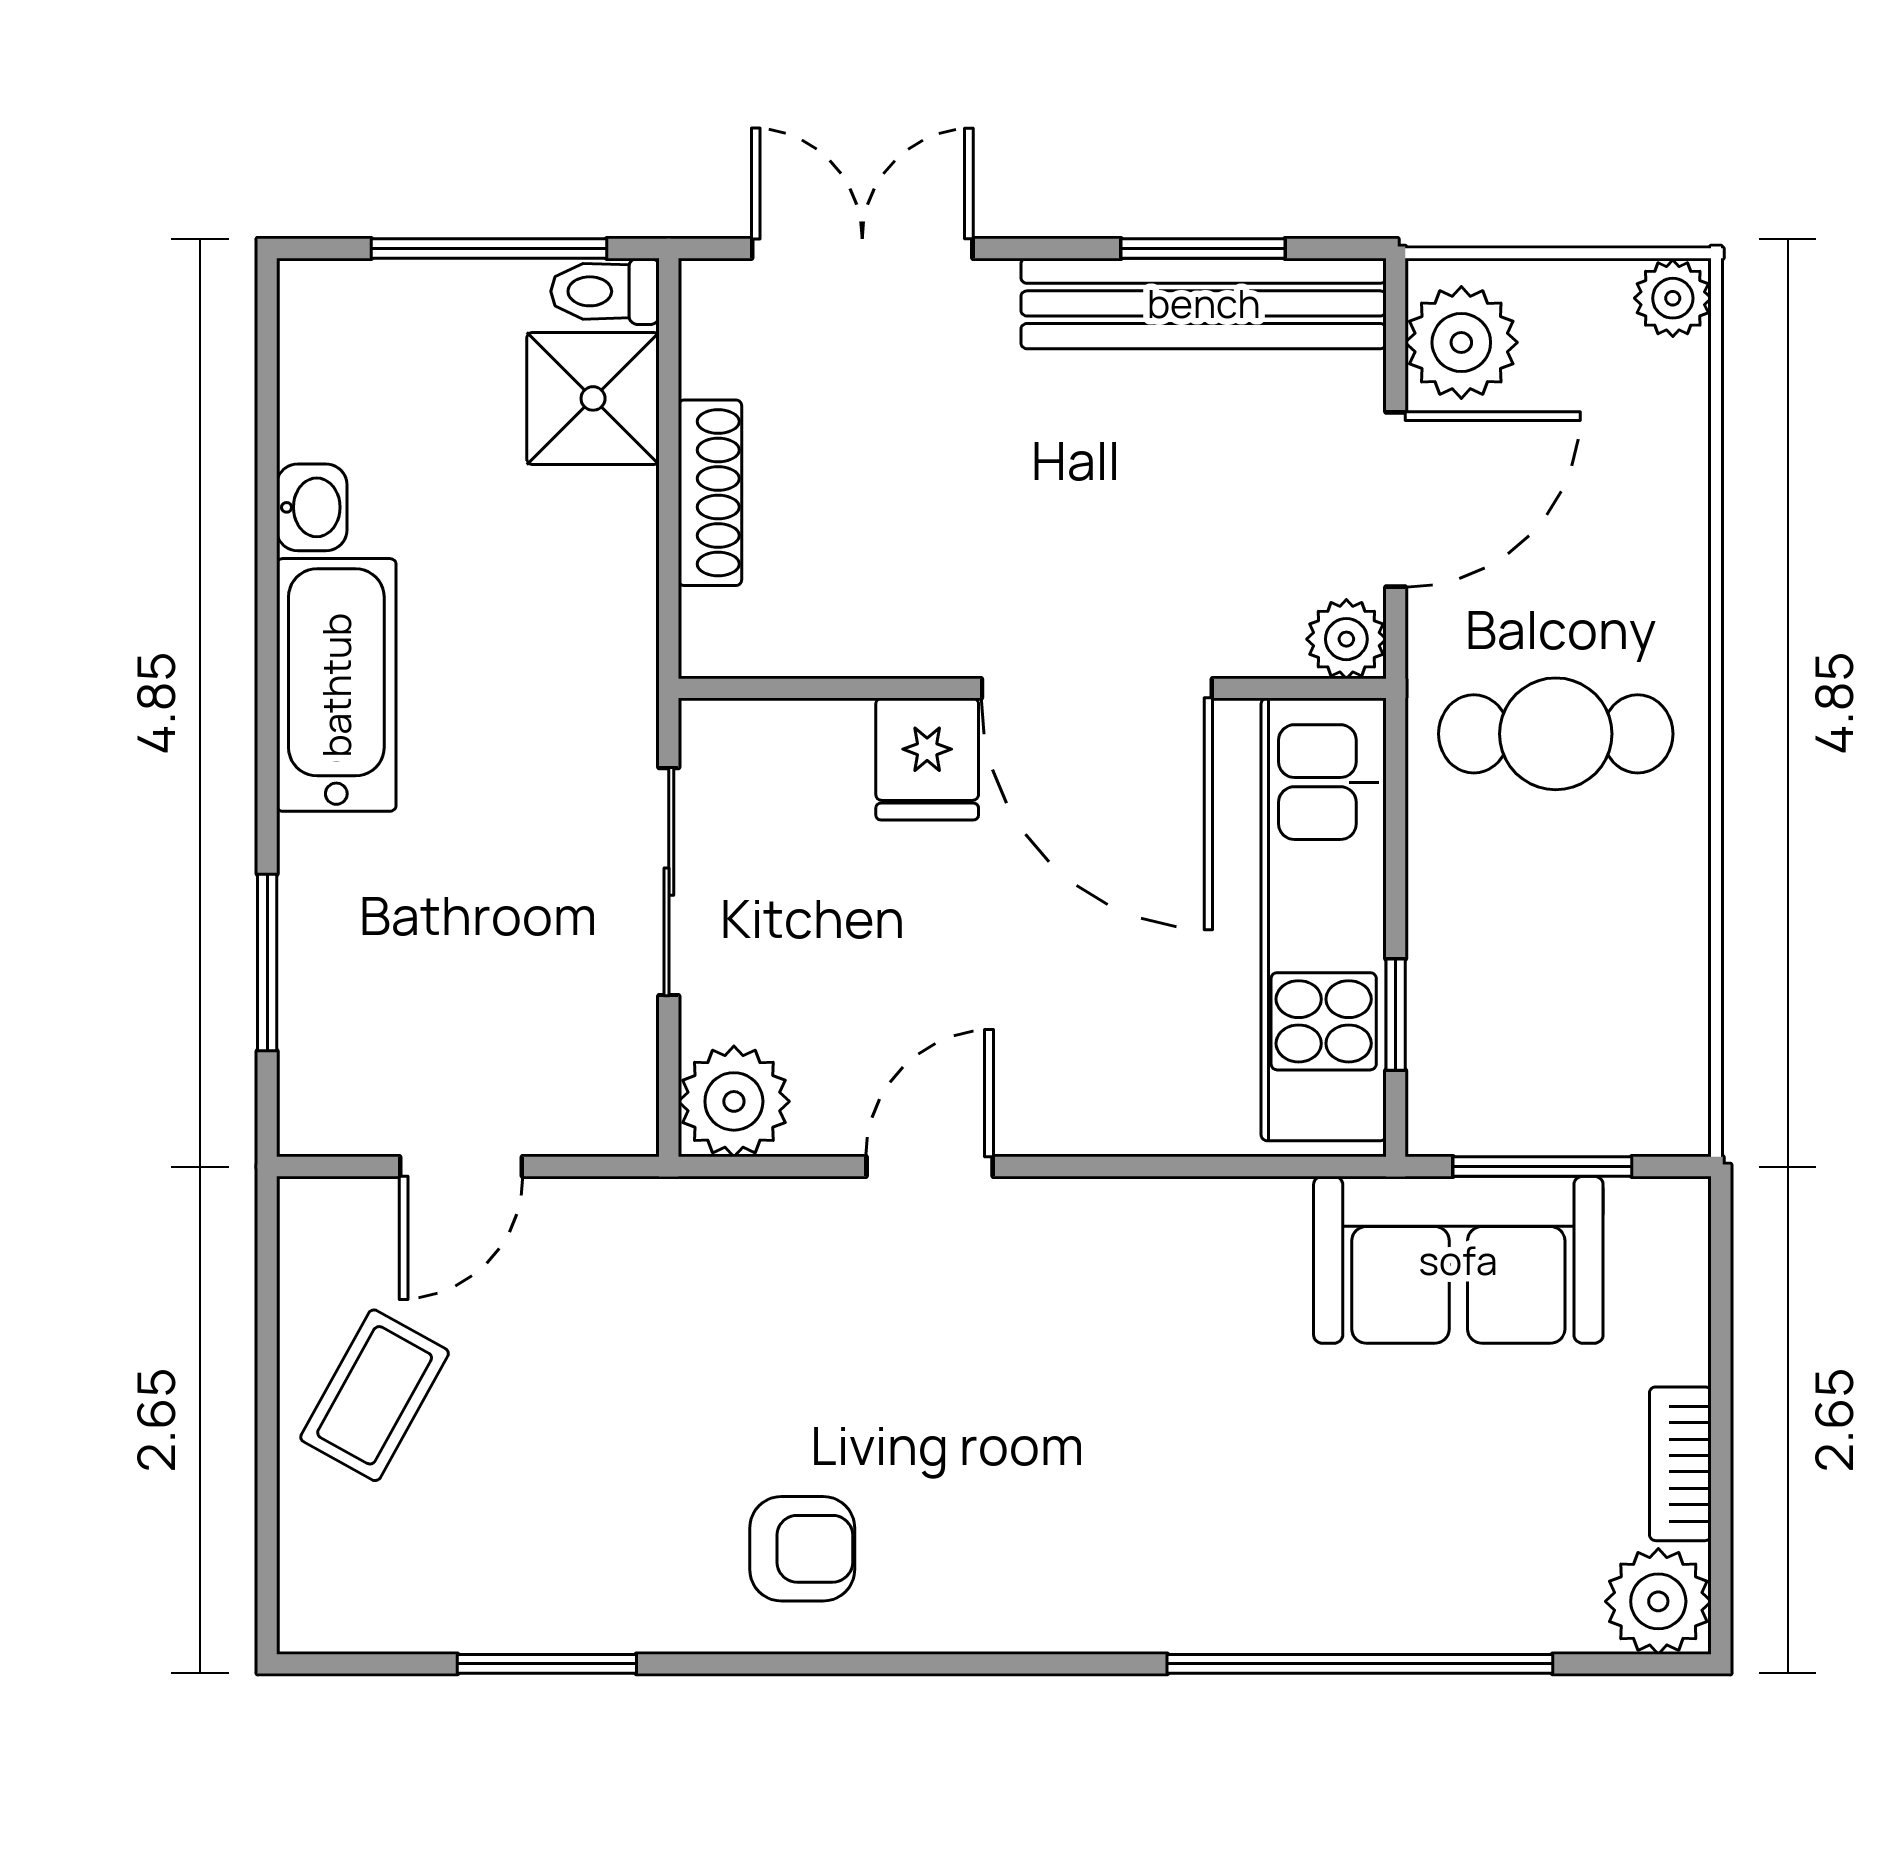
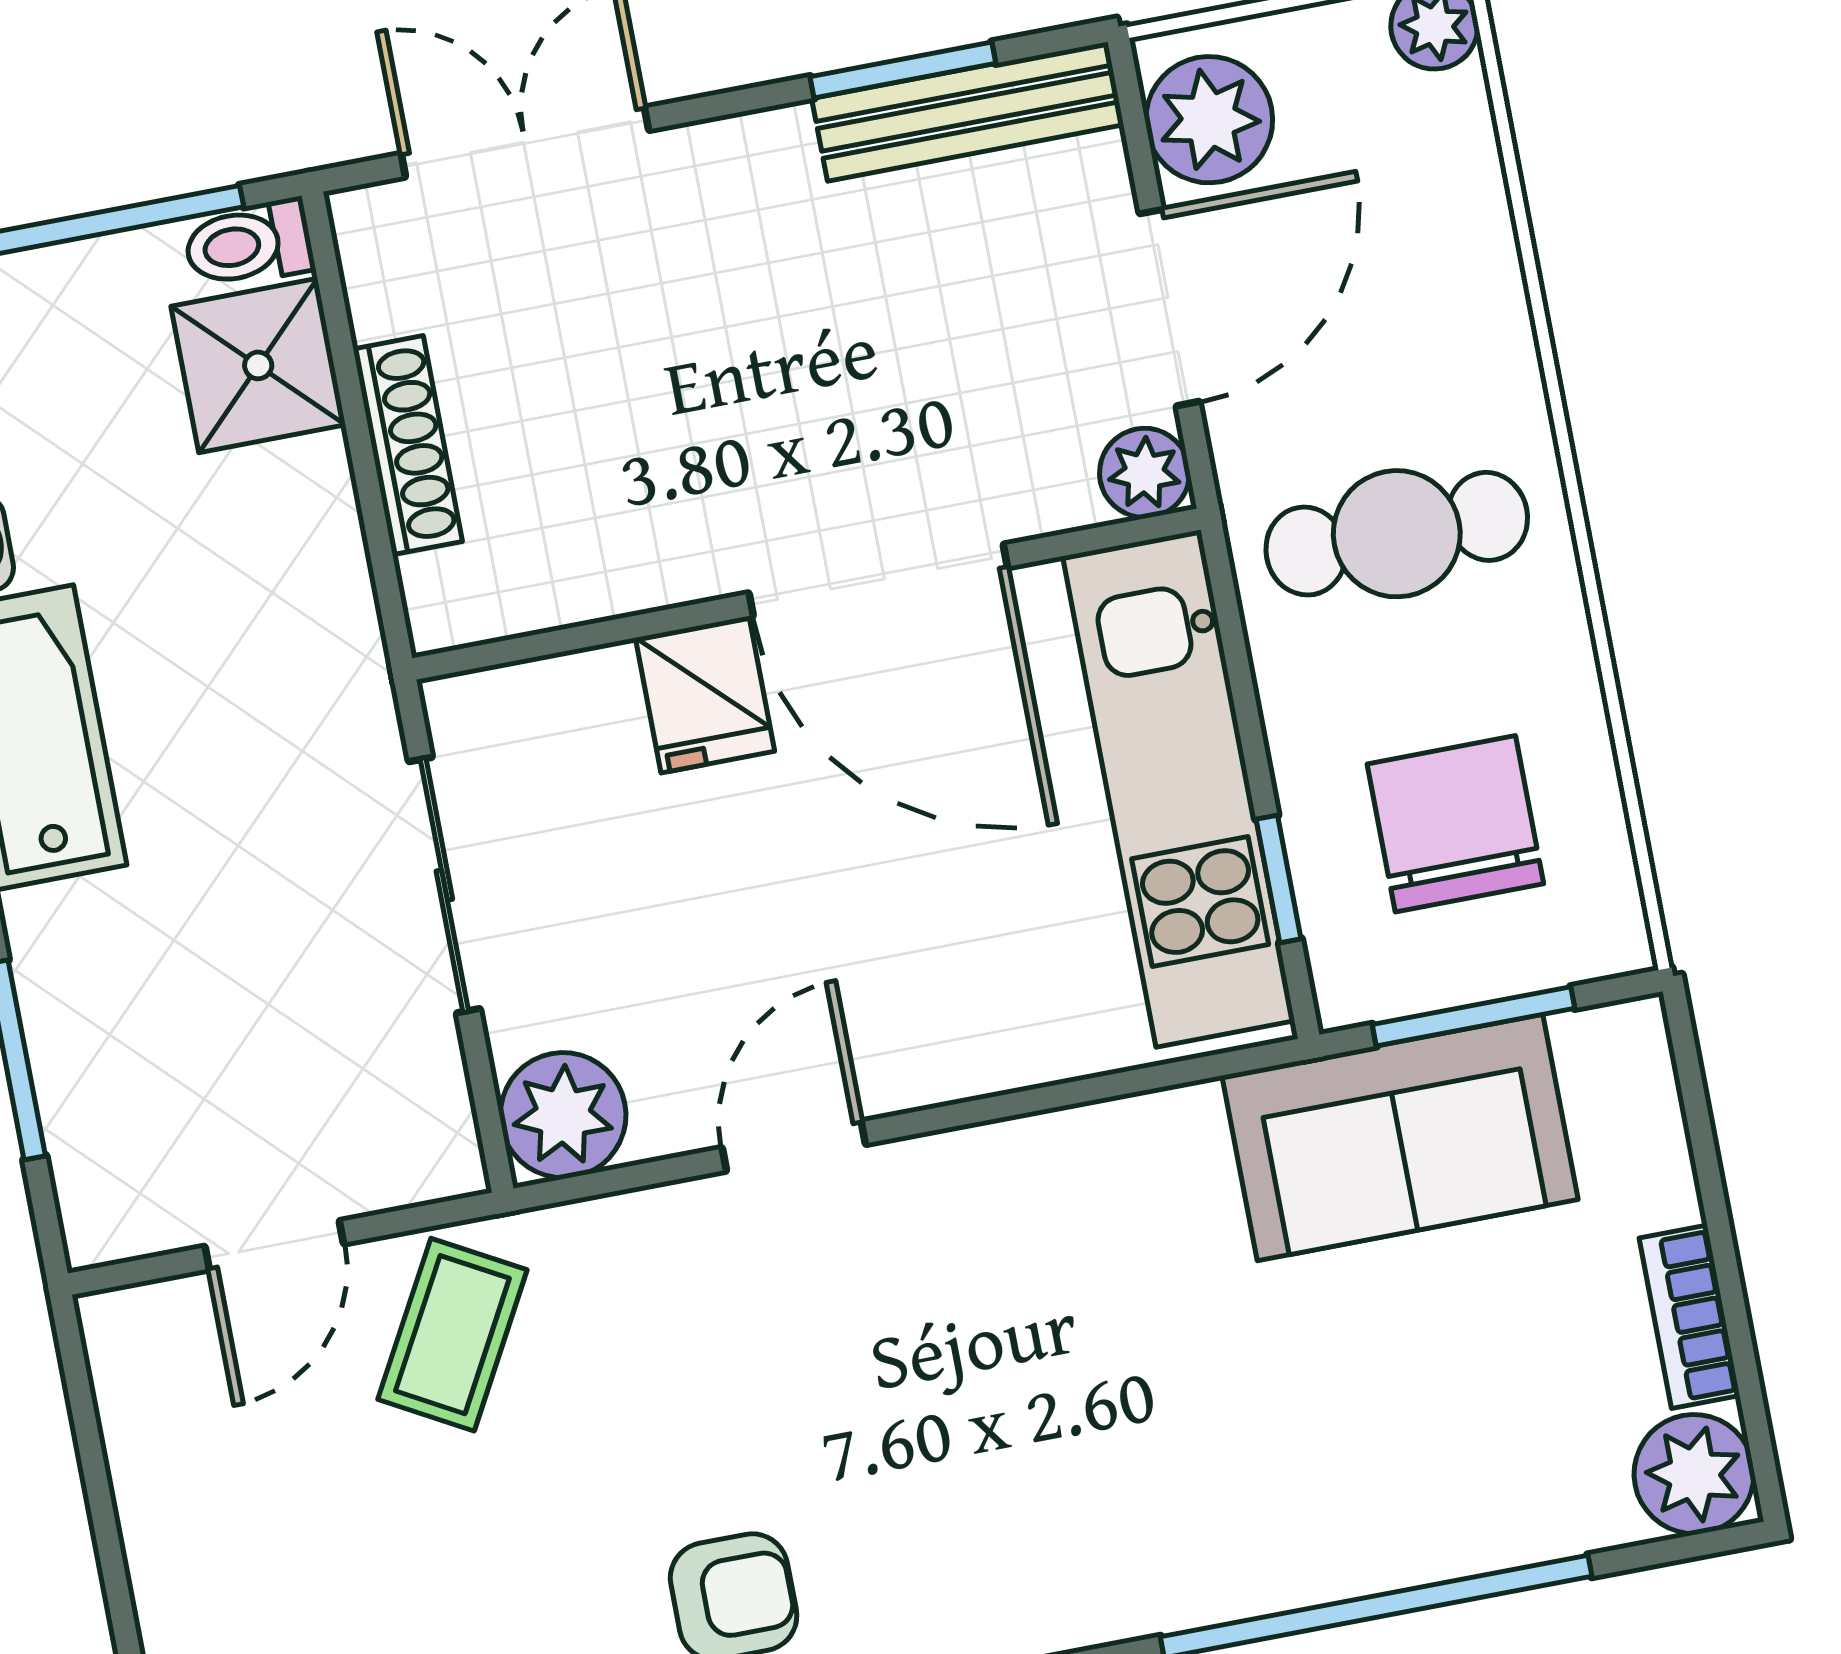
bench: (1204, 303) -> (968, 112), width x0.73, depth x0.82
chair: (1559, 996) -> (1455, 824), added
coffee table: (375, 1395) -> (452, 1335), moved

